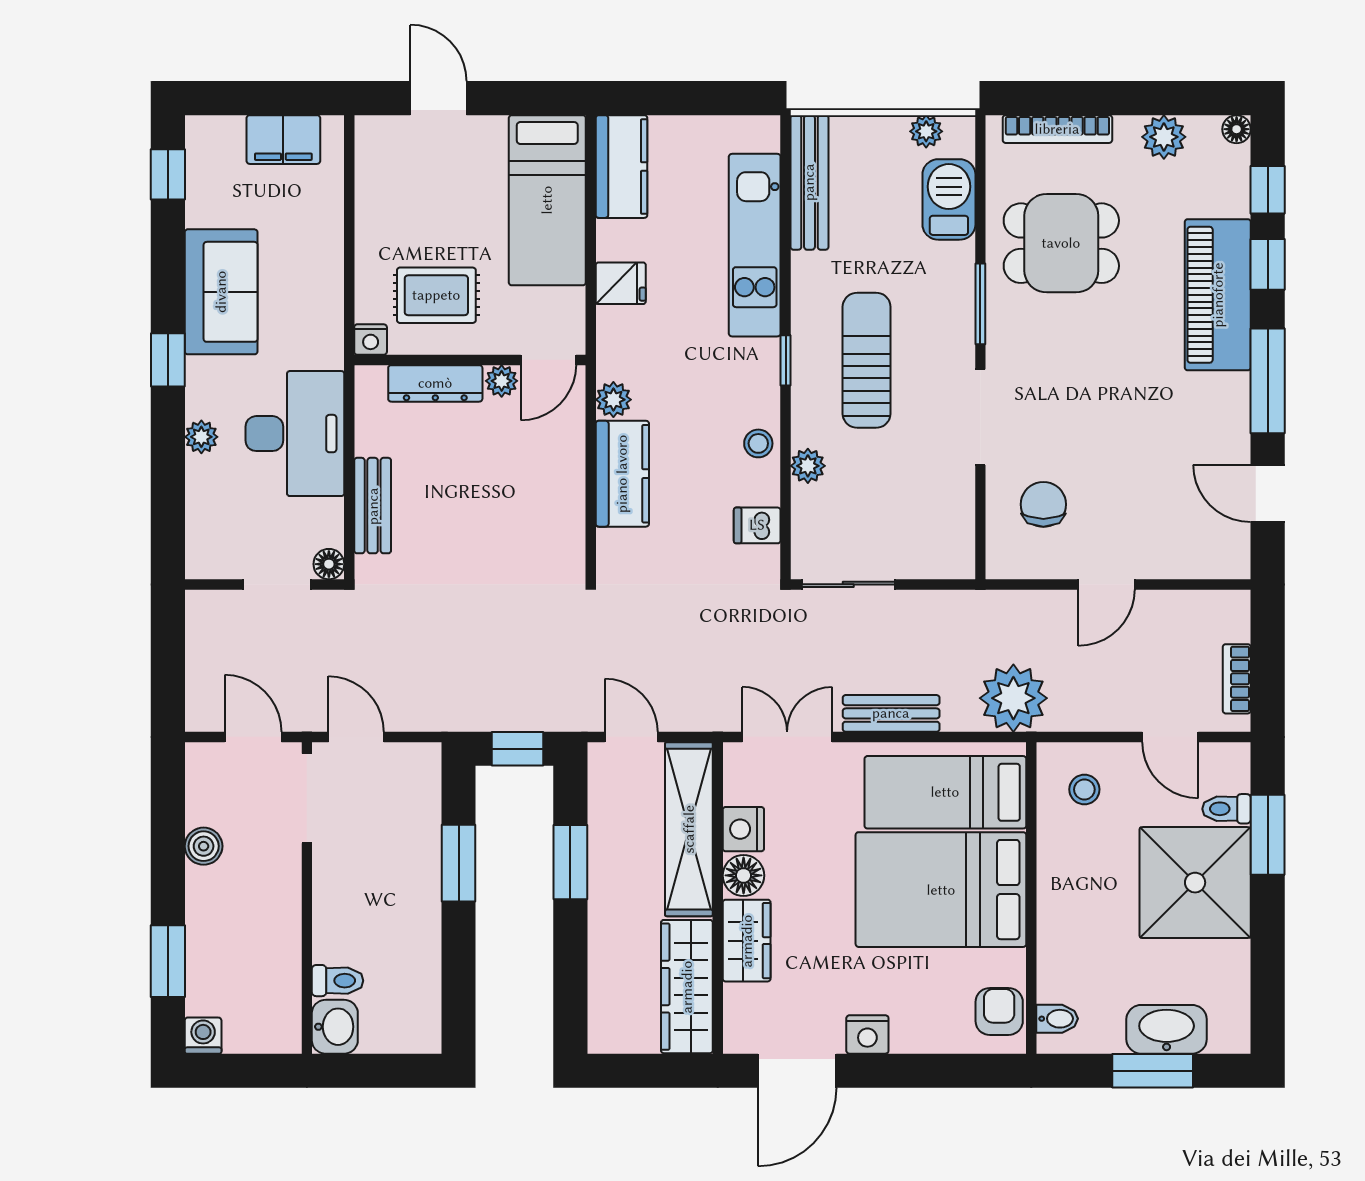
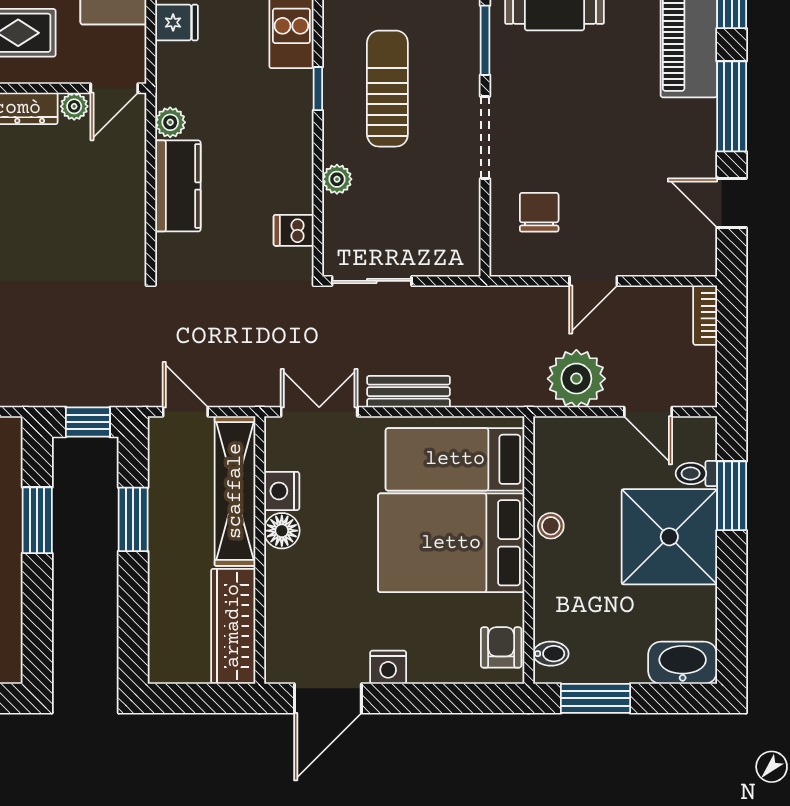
stool: (758, 443) -> (294, 160), removed
bookcase: (1237, 679) -> (705, 315), moved
plant: (1013, 698) -> (576, 379), moved
stool: (1084, 789) -> (551, 526), moved
wardrobe: (747, 941) -> (284, 587), removed
washbasin: (1167, 1029) -> (683, 663), moved
window: (1153, 1071) -> (596, 698), moved

